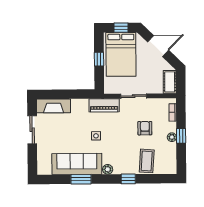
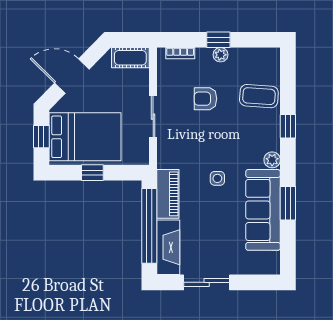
door: (158, 46) -> (72, 76), hinge flipped
window: (67, 94) -> (149, 226), added
piano: (104, 105) -> (168, 194), moved

